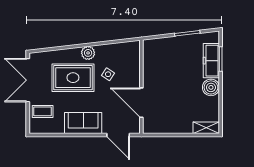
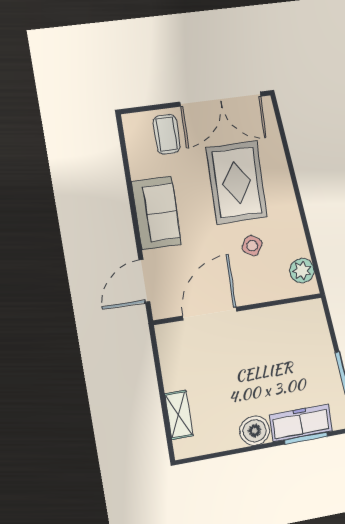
plant: (88, 53) -> (302, 271), moved
double door: (28, 80) -> (221, 99), swing flipped
shelving: (206, 128) -> (179, 415), moved

